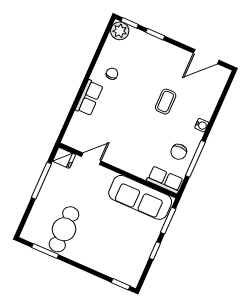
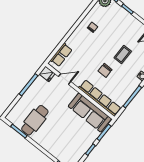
row of seats: (89, 98) -> (61, 55), moved
chair: (179, 152) -> (105, 70), moved
row of seats: (165, 180) -> (100, 98), width x2.02

